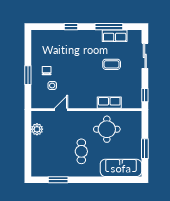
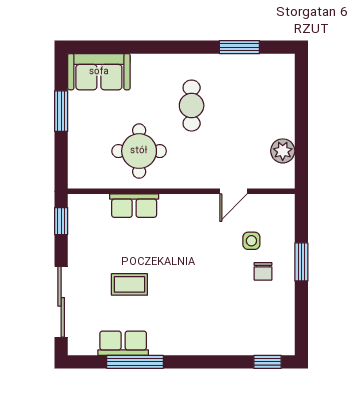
window: (71, 27) -> (268, 362), moved
sliding door: (145, 56) -> (61, 302), width x1.37
sofa: (121, 168) -> (99, 72), width x0.73

